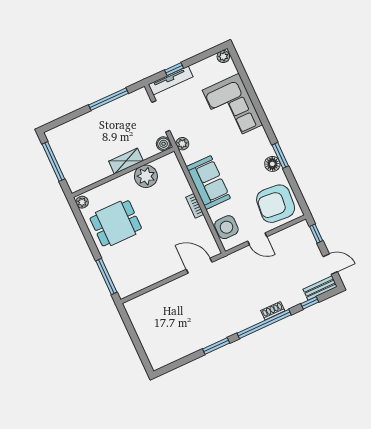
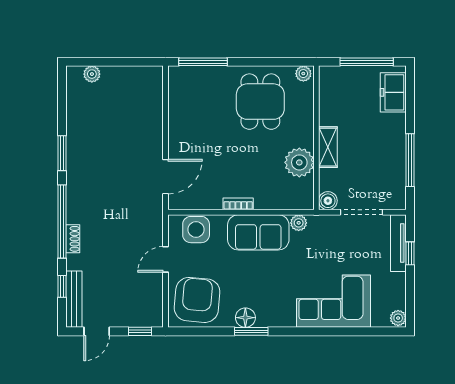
freezer: (66, 133) -> (393, 92), added
plant: (182, 144) -> (299, 223), moved
bench: (320, 288) -> (74, 299), width x1.36
plant: (151, 351) -> (92, 74), added

